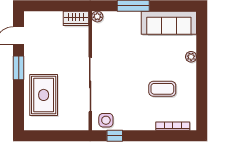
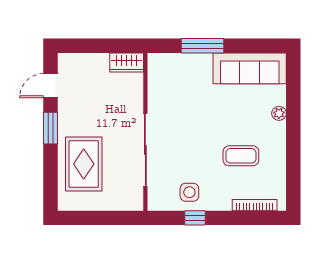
plant: (97, 17) -> (155, 60), removed
side table: (106, 120) -> (189, 192), moved
window: (115, 136) -> (195, 218), moved

